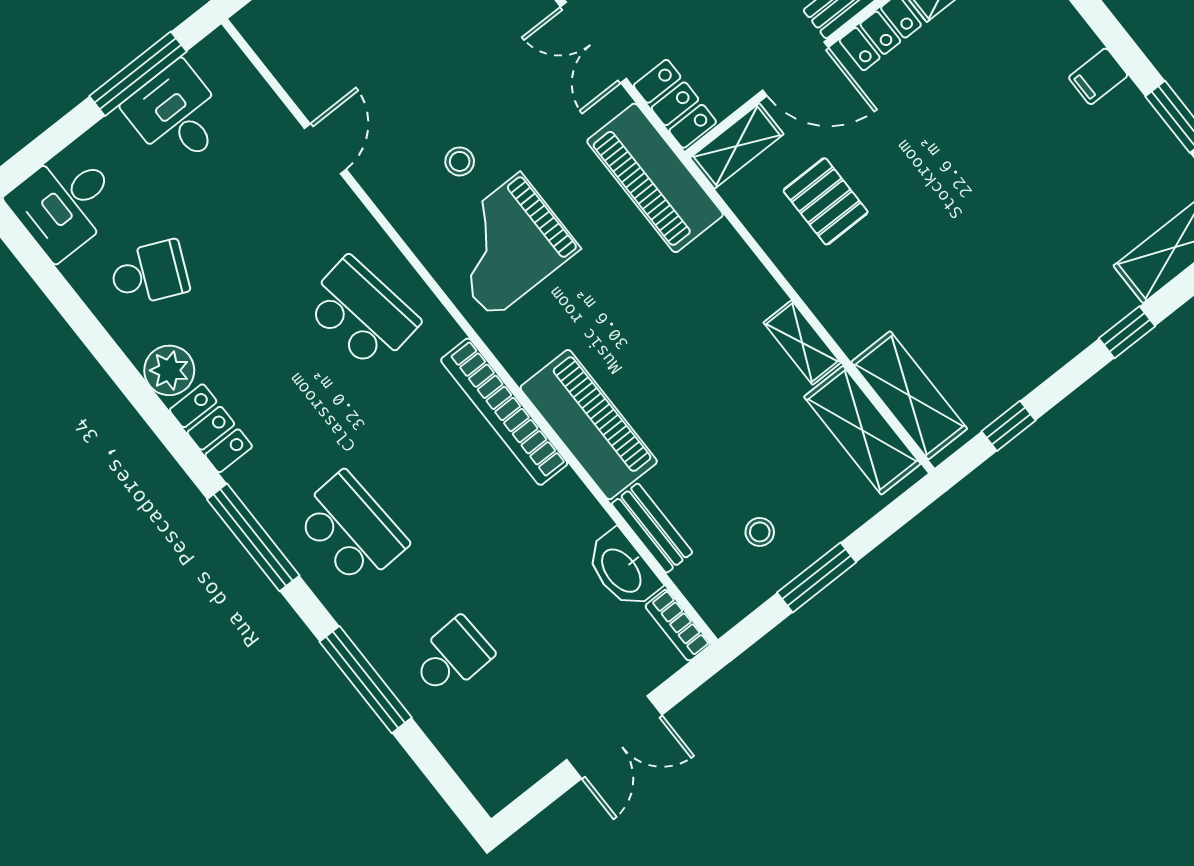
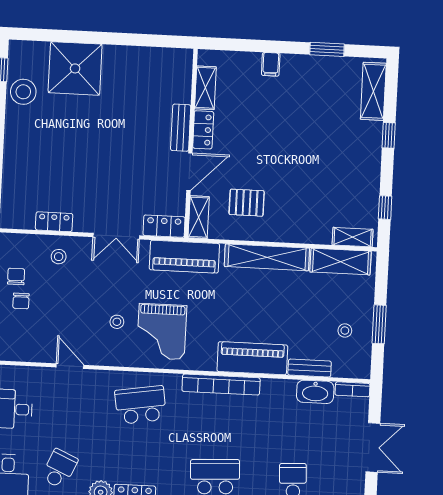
filing cabinet: (1098, 76) -> (271, 64), moved
shelving: (802, 343) -> (267, 257), width x2.20, depth x1.33
shelving: (909, 395) -> (353, 237), width x0.67, depth x0.75

